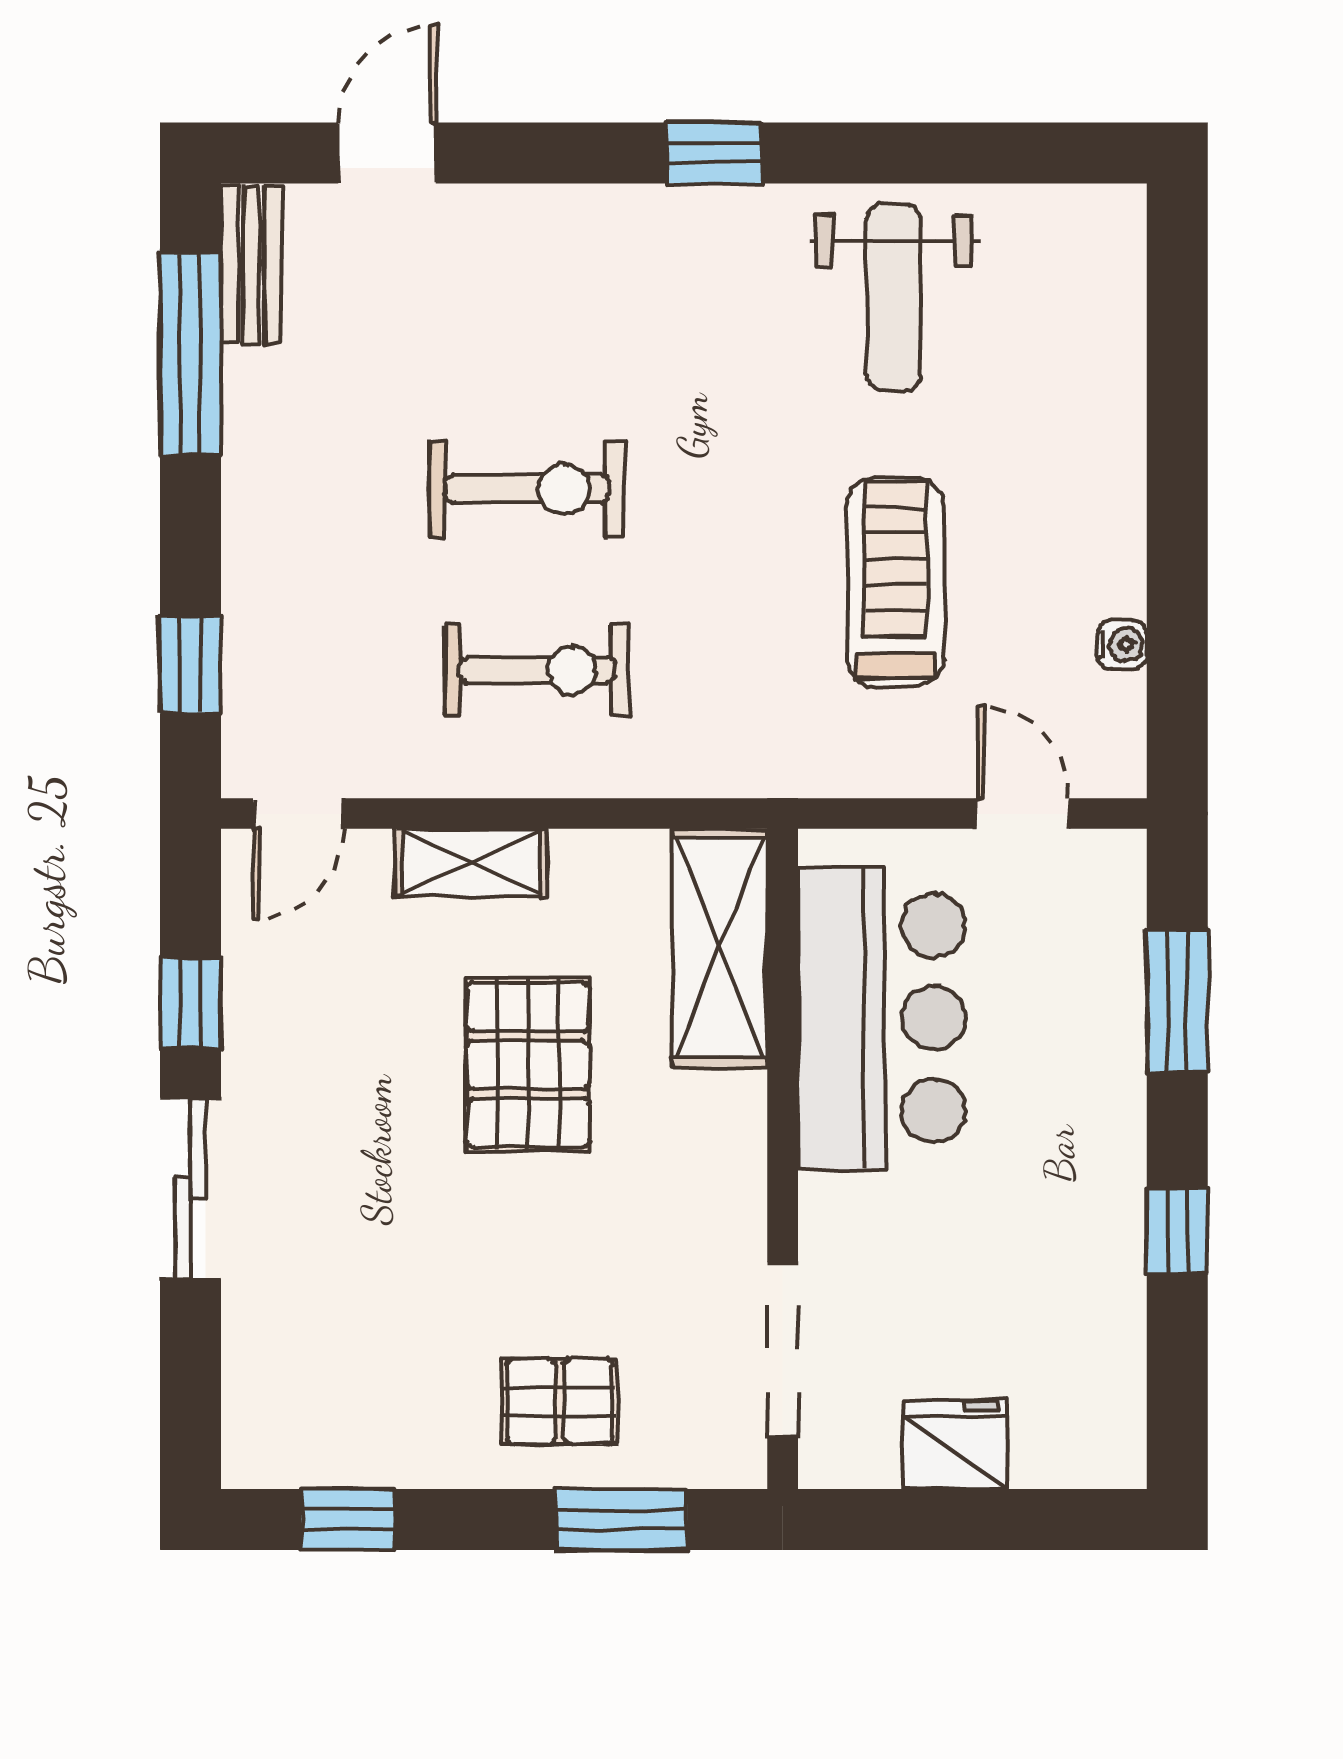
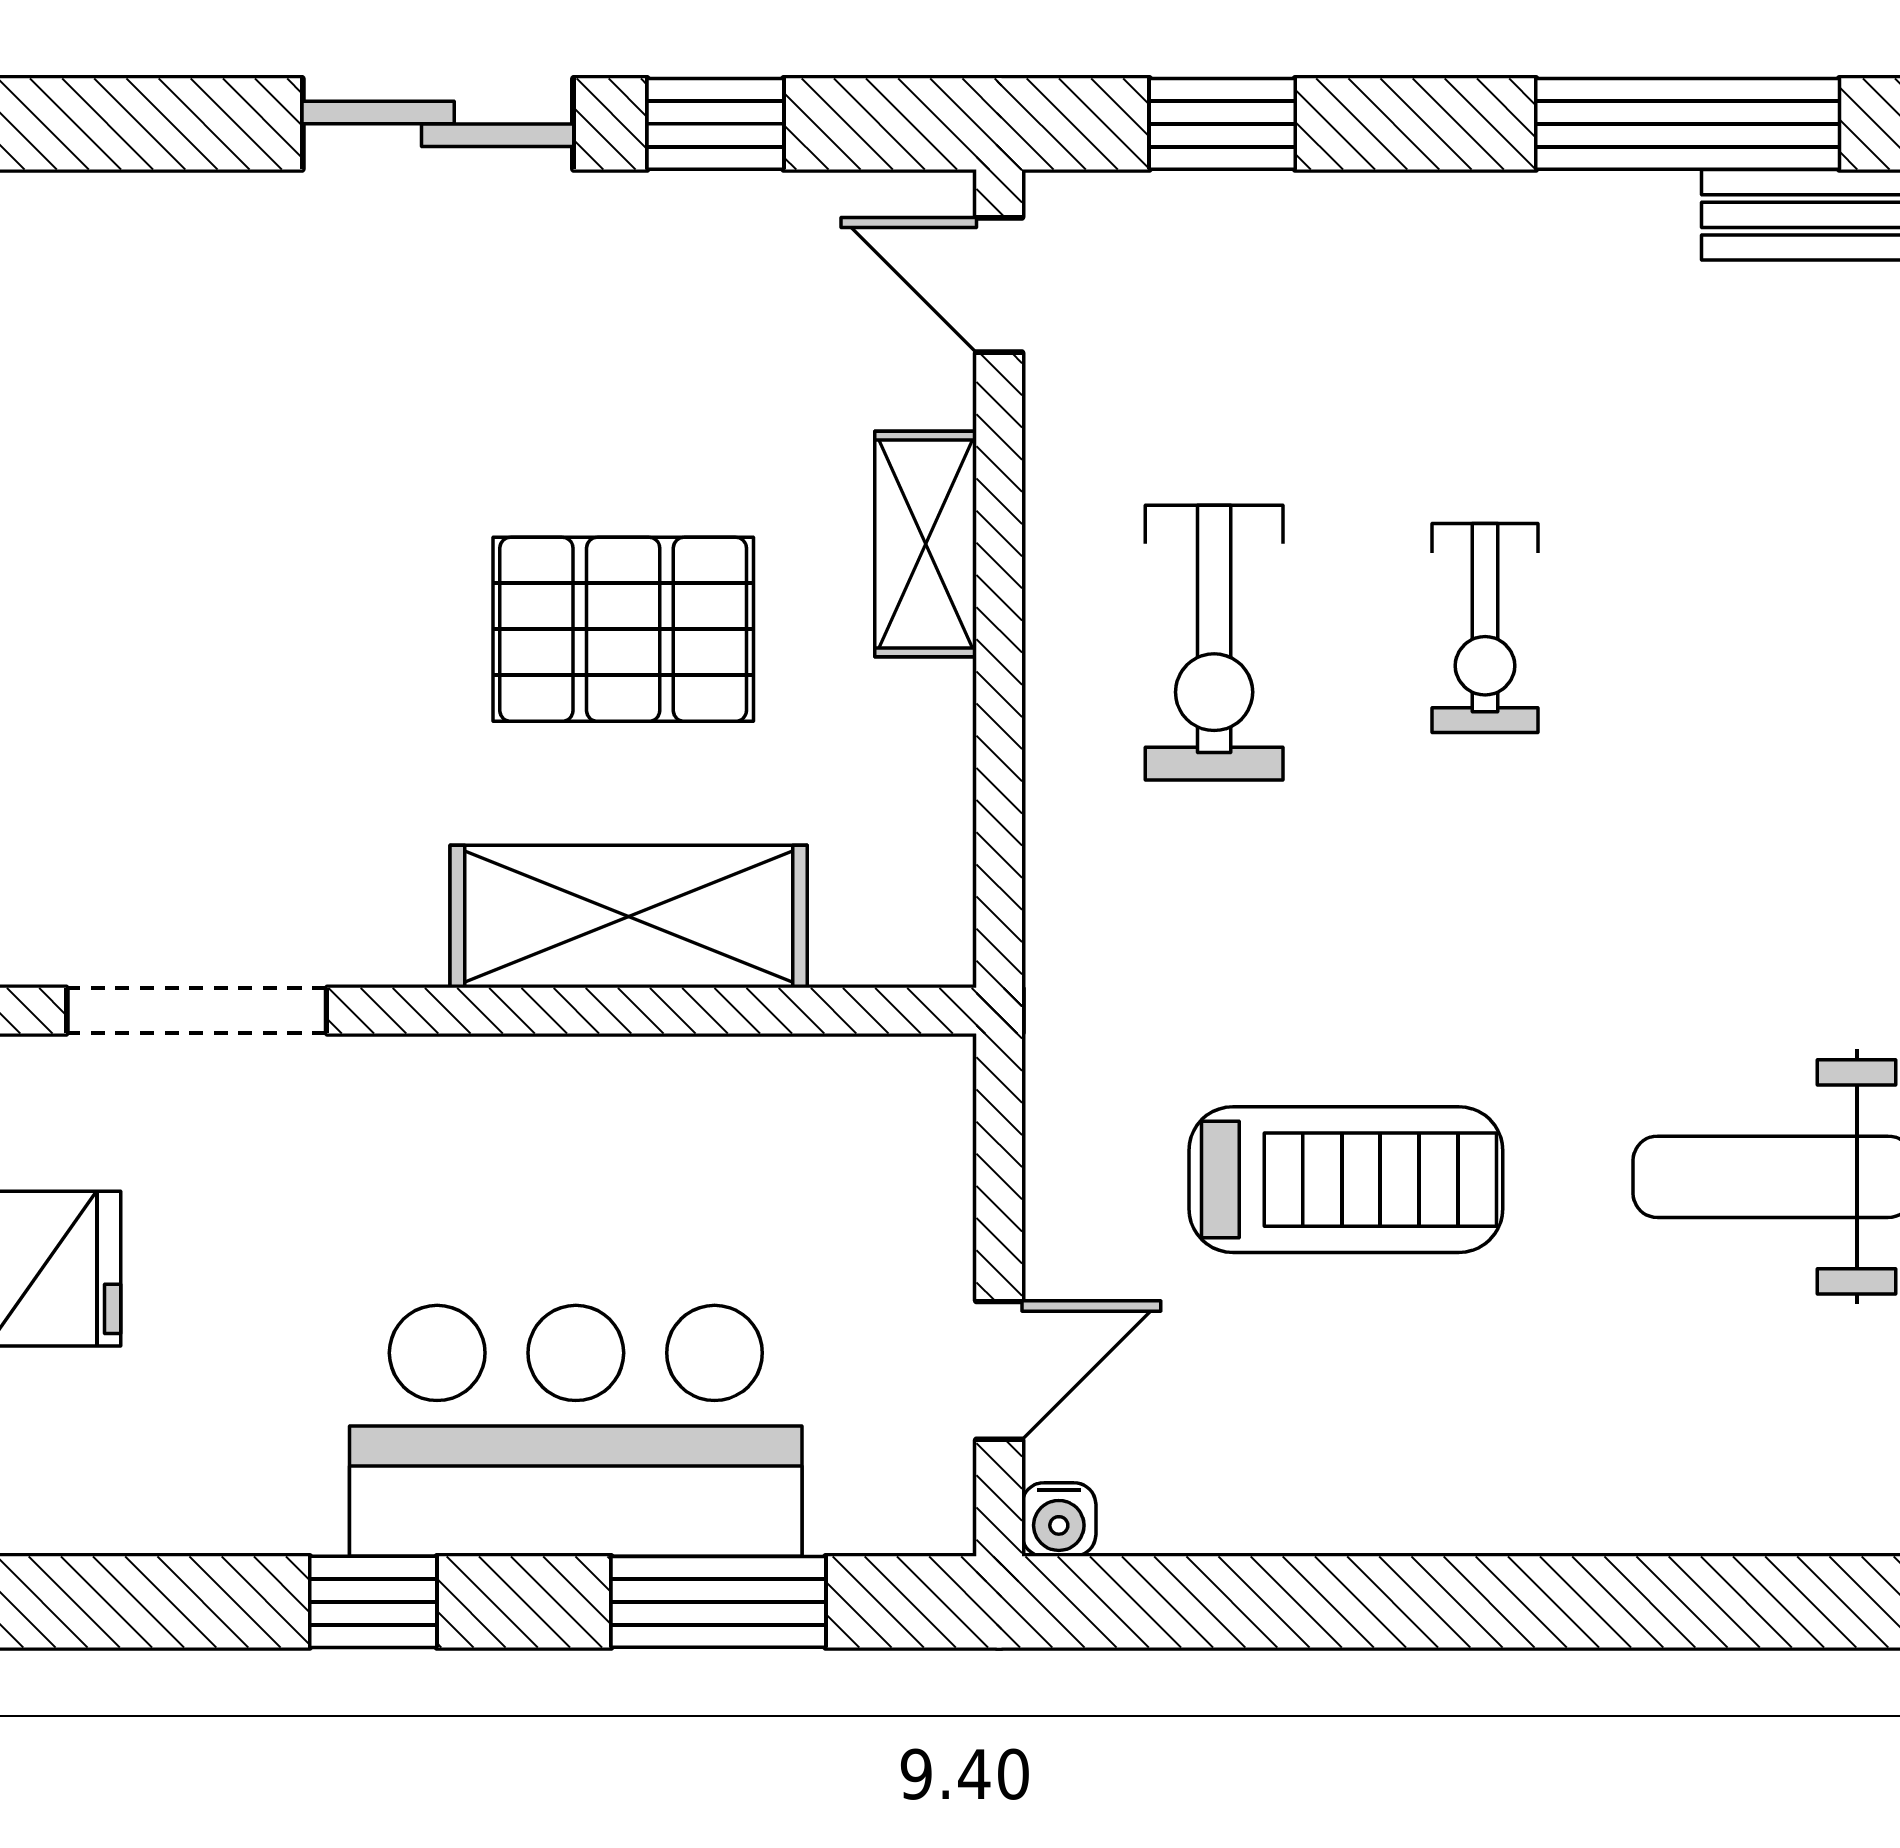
exercise bike: (527, 489) -> (1485, 628), width x0.73, depth x0.72
water cooler: (1122, 644) -> (1059, 1519), moved
shelving: (720, 948) -> (629, 917), moved
bar counter: (882, 1018) -> (576, 1431), moved, turned 180
pallet: (560, 1401) -> (119, 677), removed

